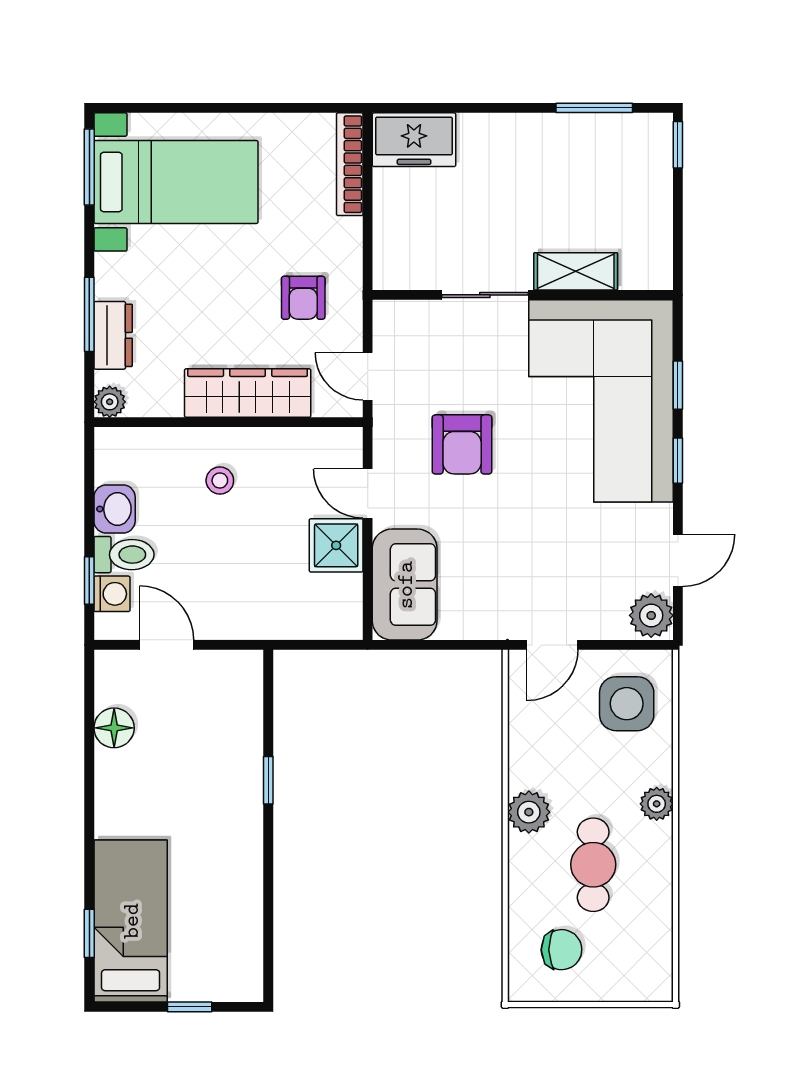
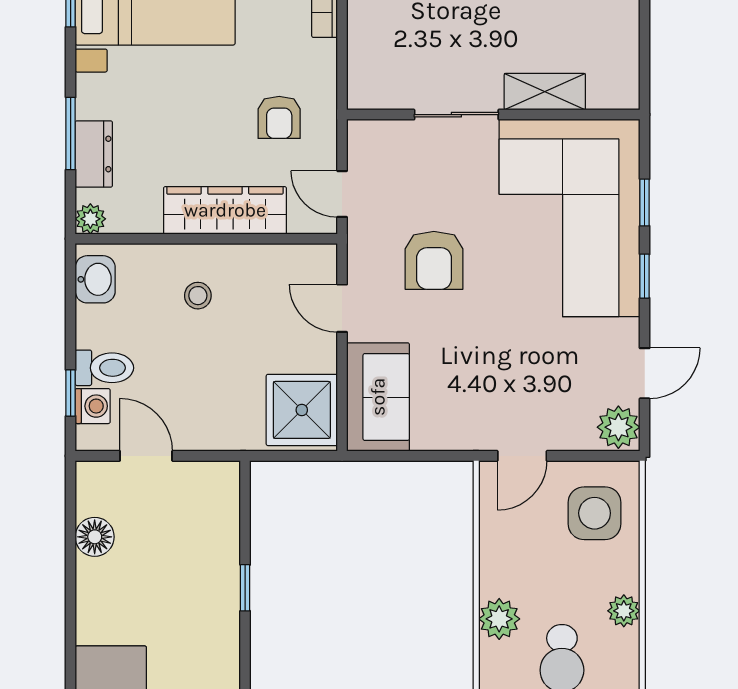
washbasin: (115, 509) -> (95, 279), moved
shower: (336, 545) -> (302, 410), moved, width x1.36, depth x1.36

